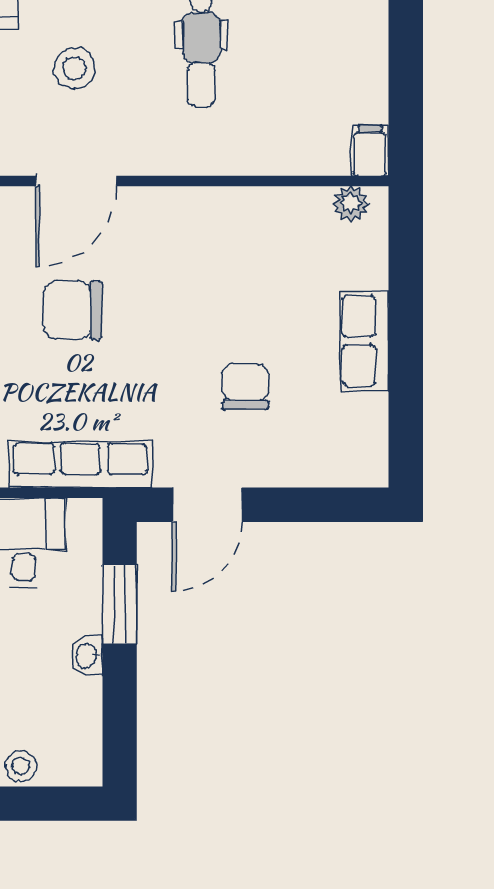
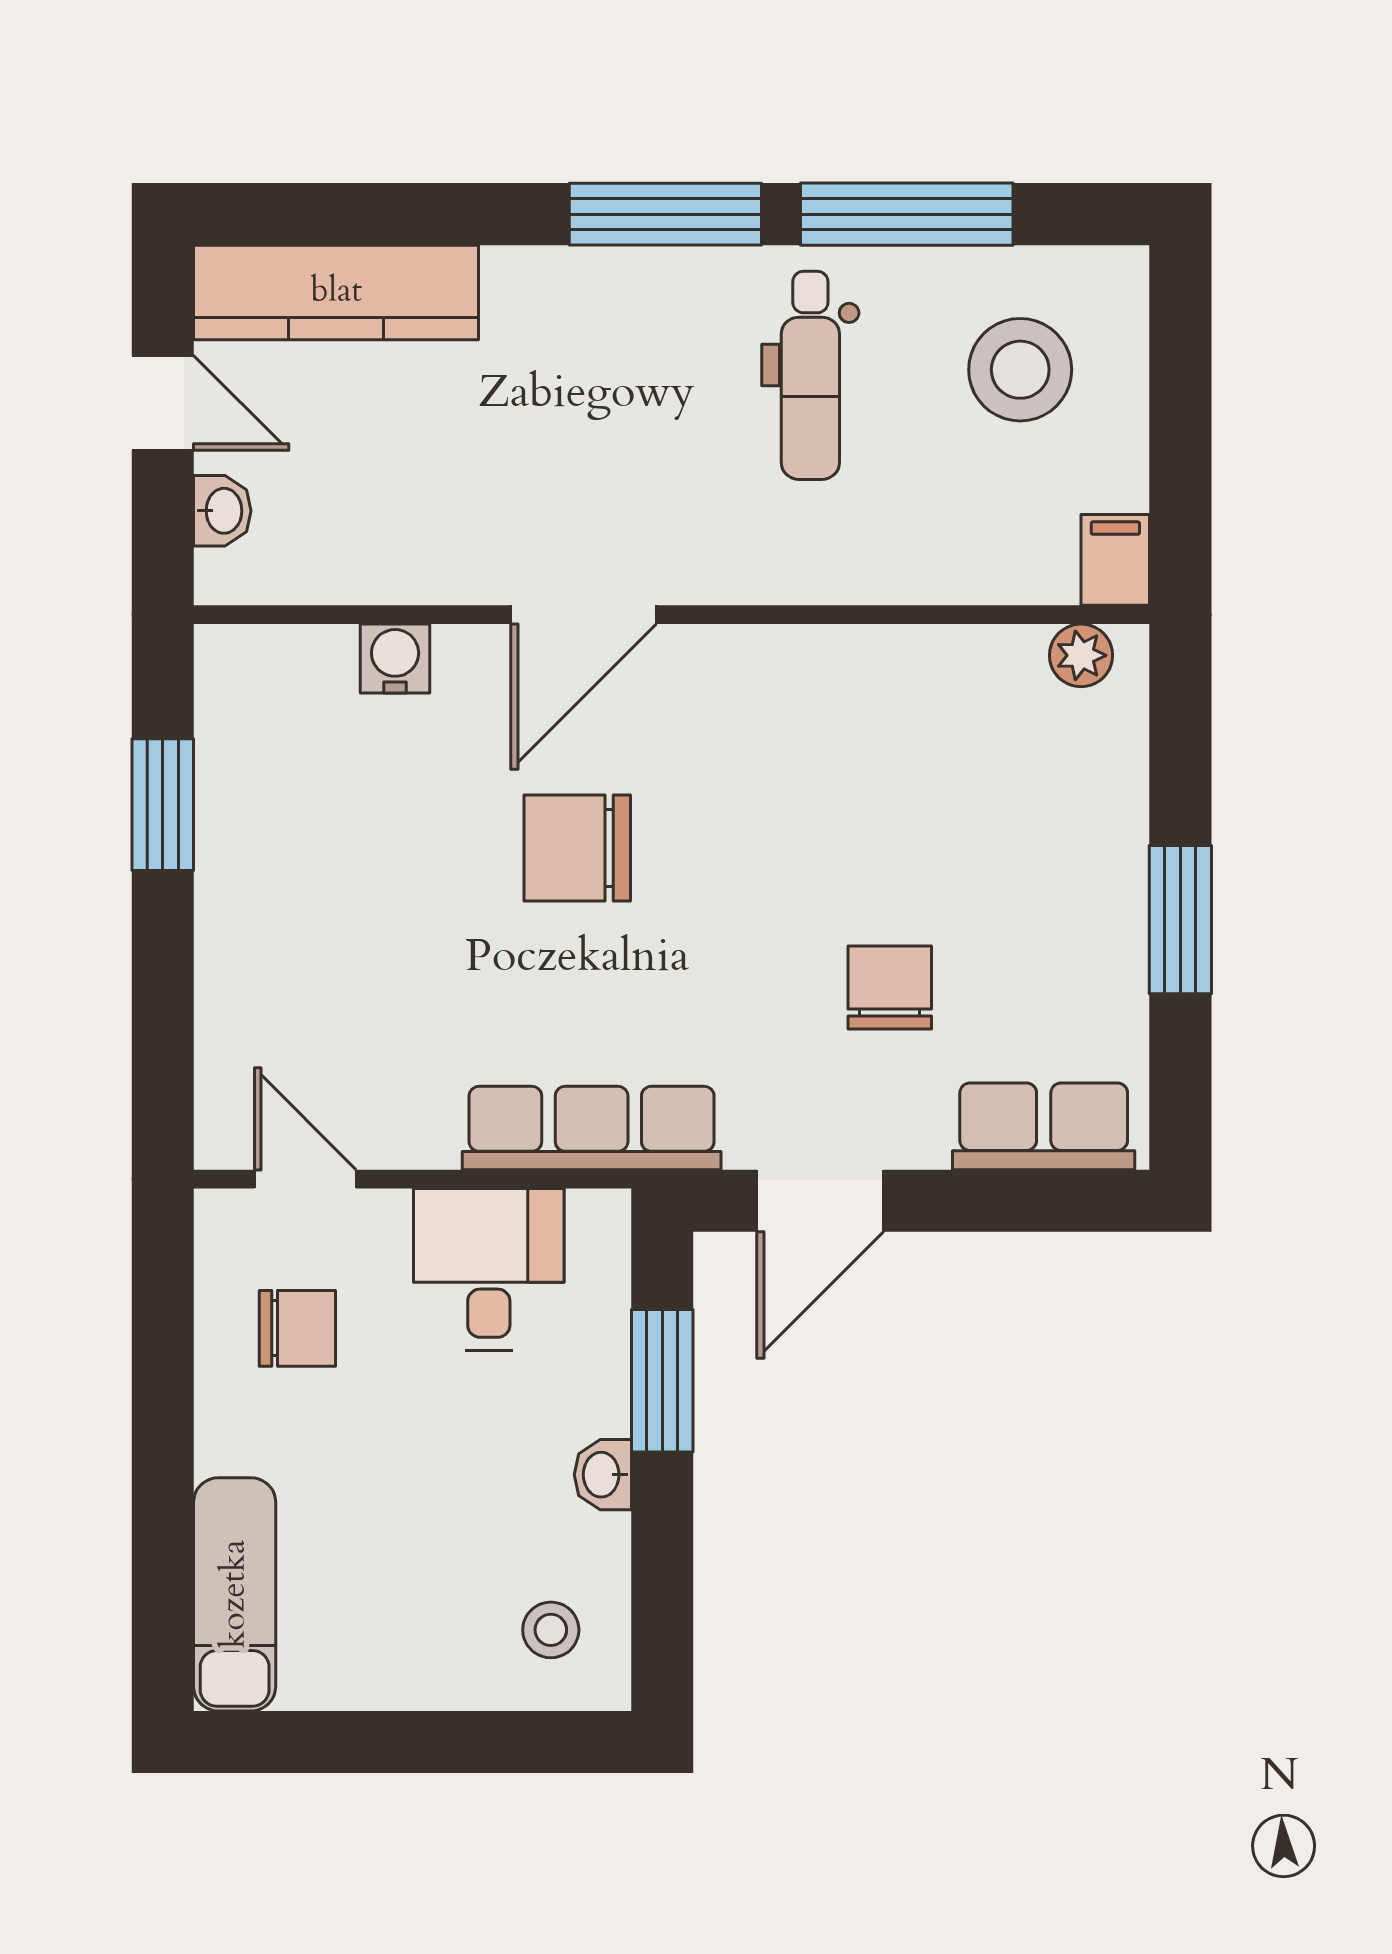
stool: (74, 68) -> (1020, 370), moved, width x1.38, depth x1.38
row of seats: (365, 341) -> (1044, 1126), moved, turned 90
window: (406, 349) -> (1180, 920), added
stool: (21, 766) -> (551, 1630), moved

